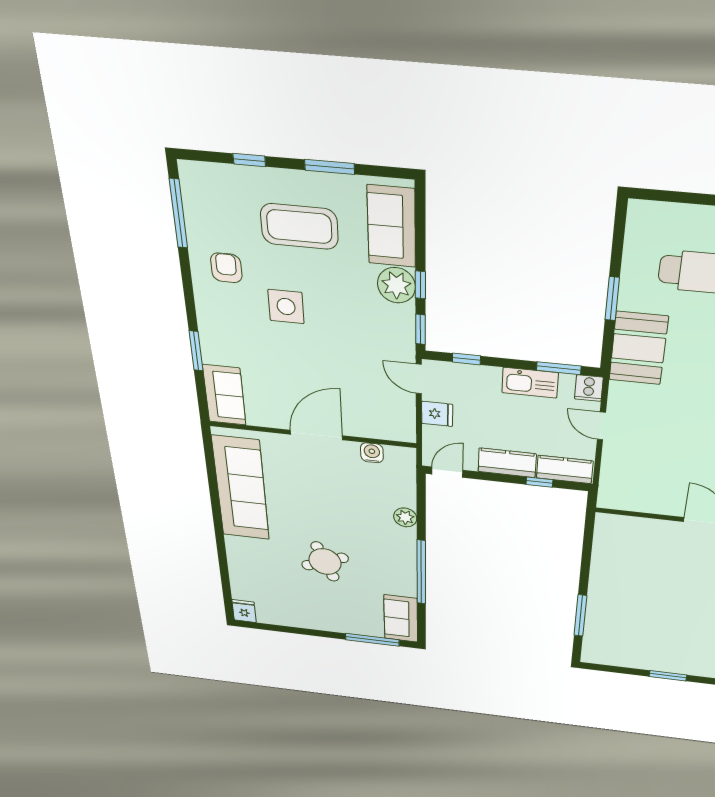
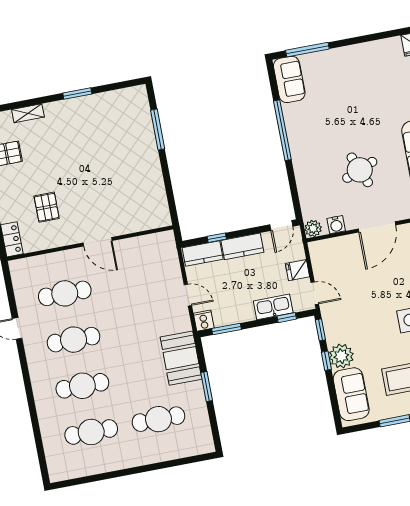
kitchen sink: (530, 383) -> (273, 307), moved
plant: (405, 517) -> (313, 228), moved
round table: (325, 562) -> (360, 170), moved

